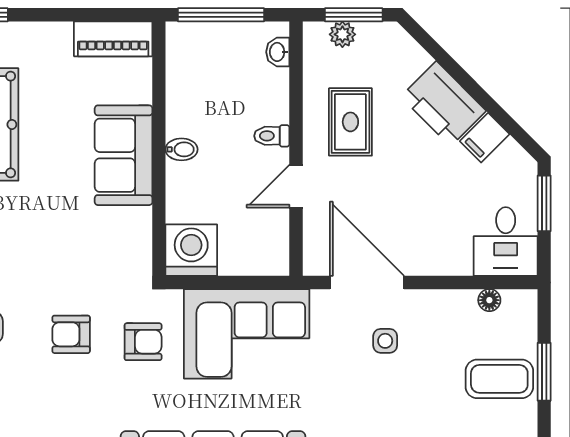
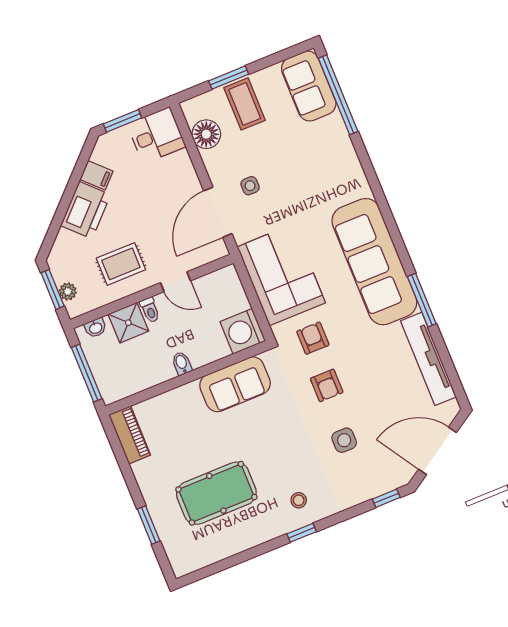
shower: (266, 99) -> (128, 323), added
sofa: (124, 155) -> (235, 384), moved
floor lamp: (489, 300) -> (206, 134), width x1.89, depth x1.89

